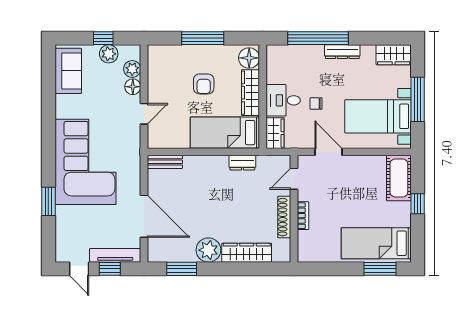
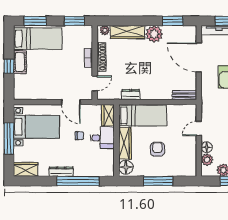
cot: (399, 178) -> (20, 62), moved, width x0.73, depth x0.75
plant: (280, 255) -> (105, 30), added
window: (323, 269) -> (74, 21), added

